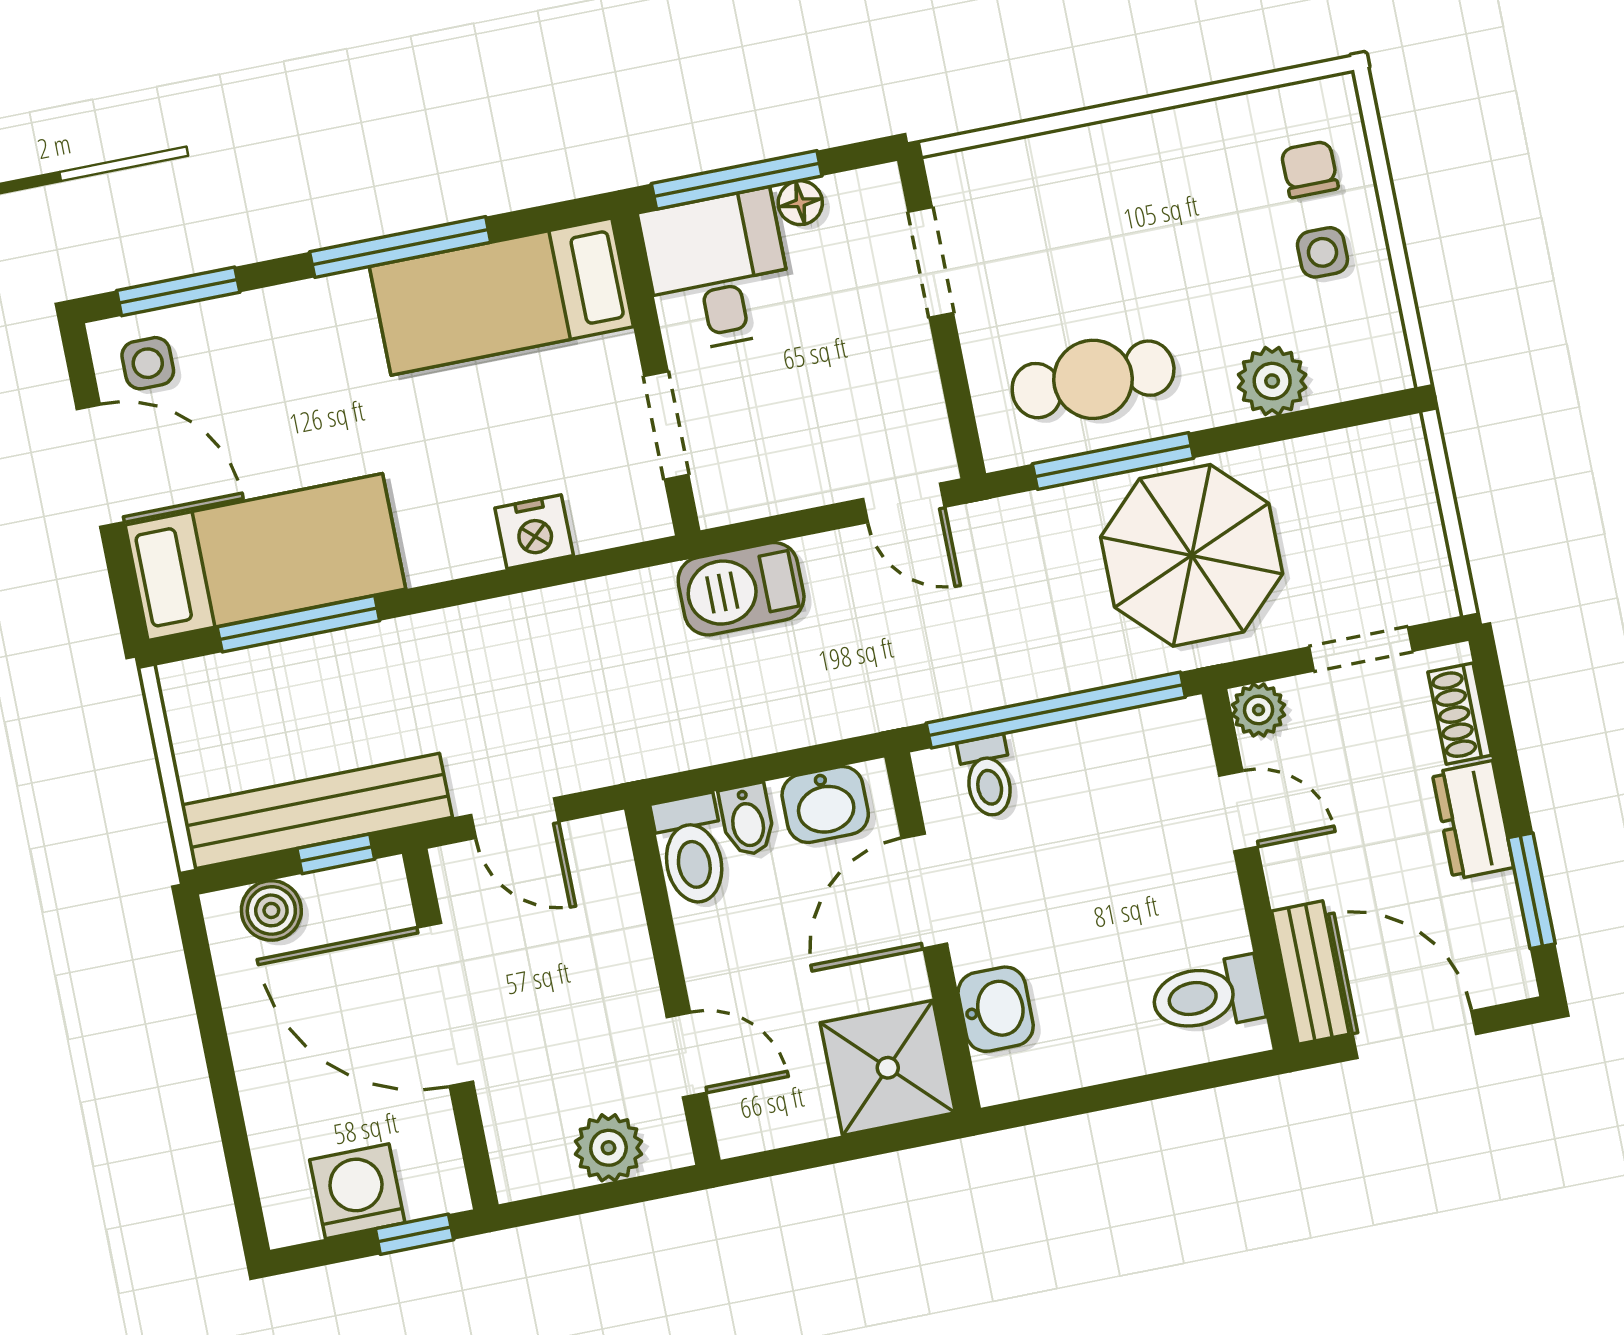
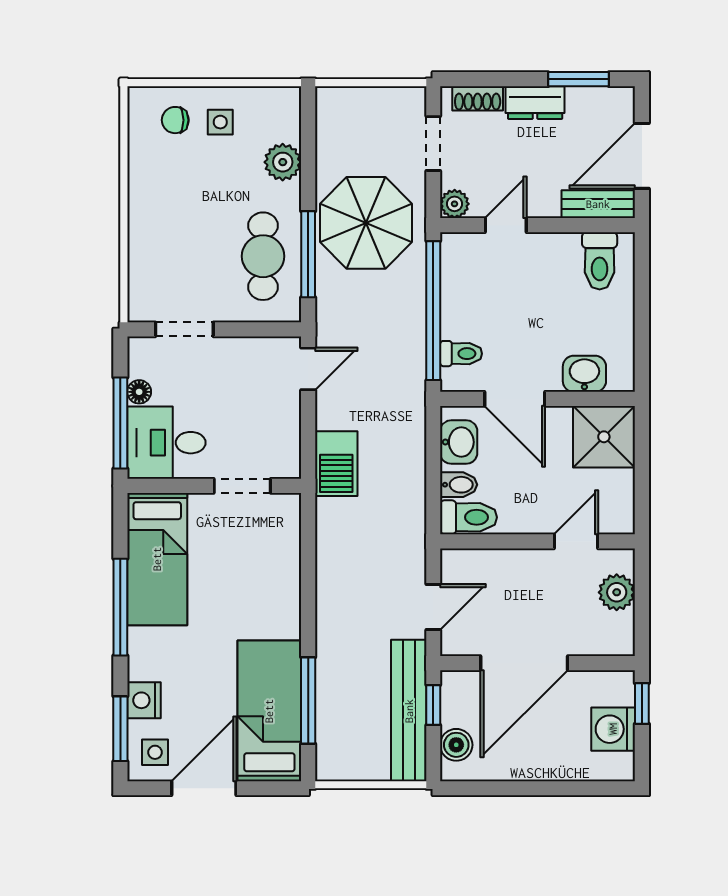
nightstand: (534, 532) -> (144, 700), moved, turned 180

